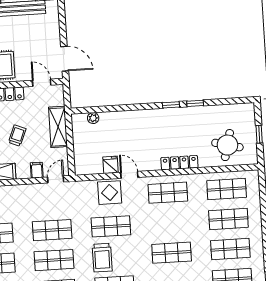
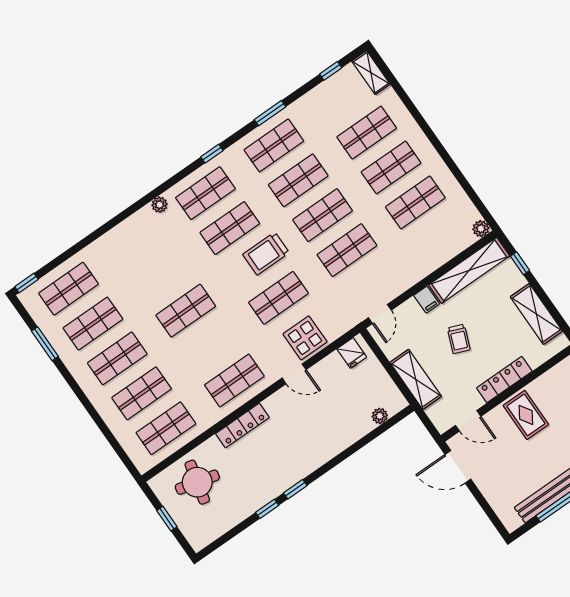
fridge: (111, 165) -> (352, 353), moved
filing cabinet: (37, 170) -> (427, 300), moved
trolley: (102, 258) -> (266, 254), turned -90

